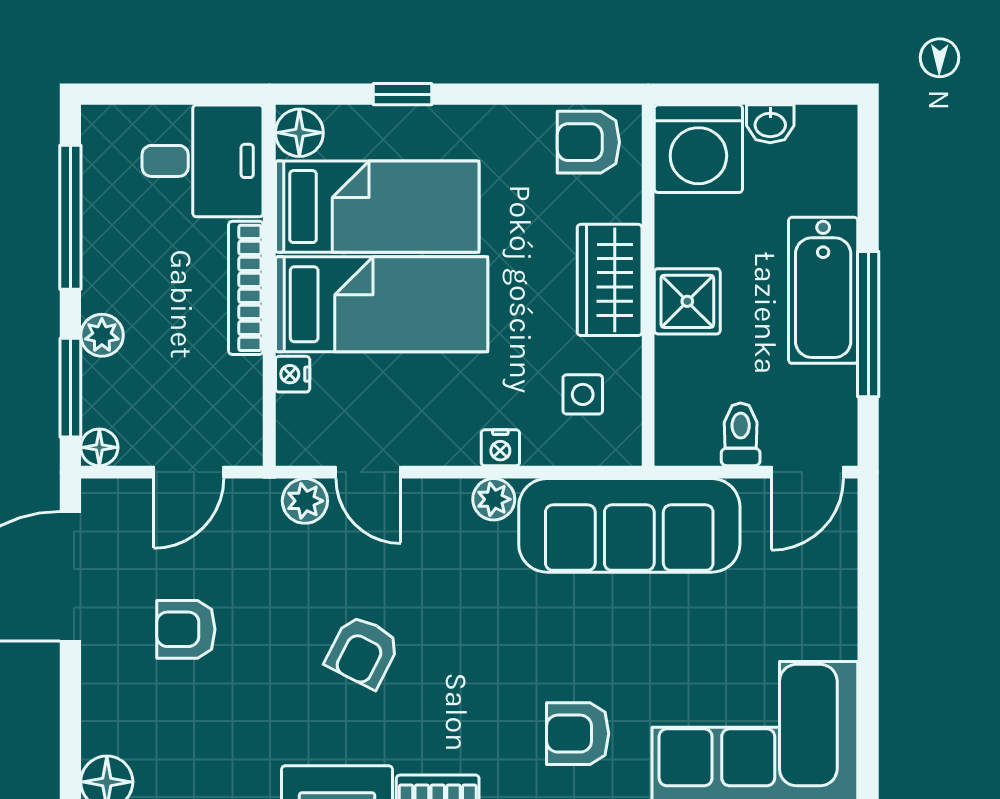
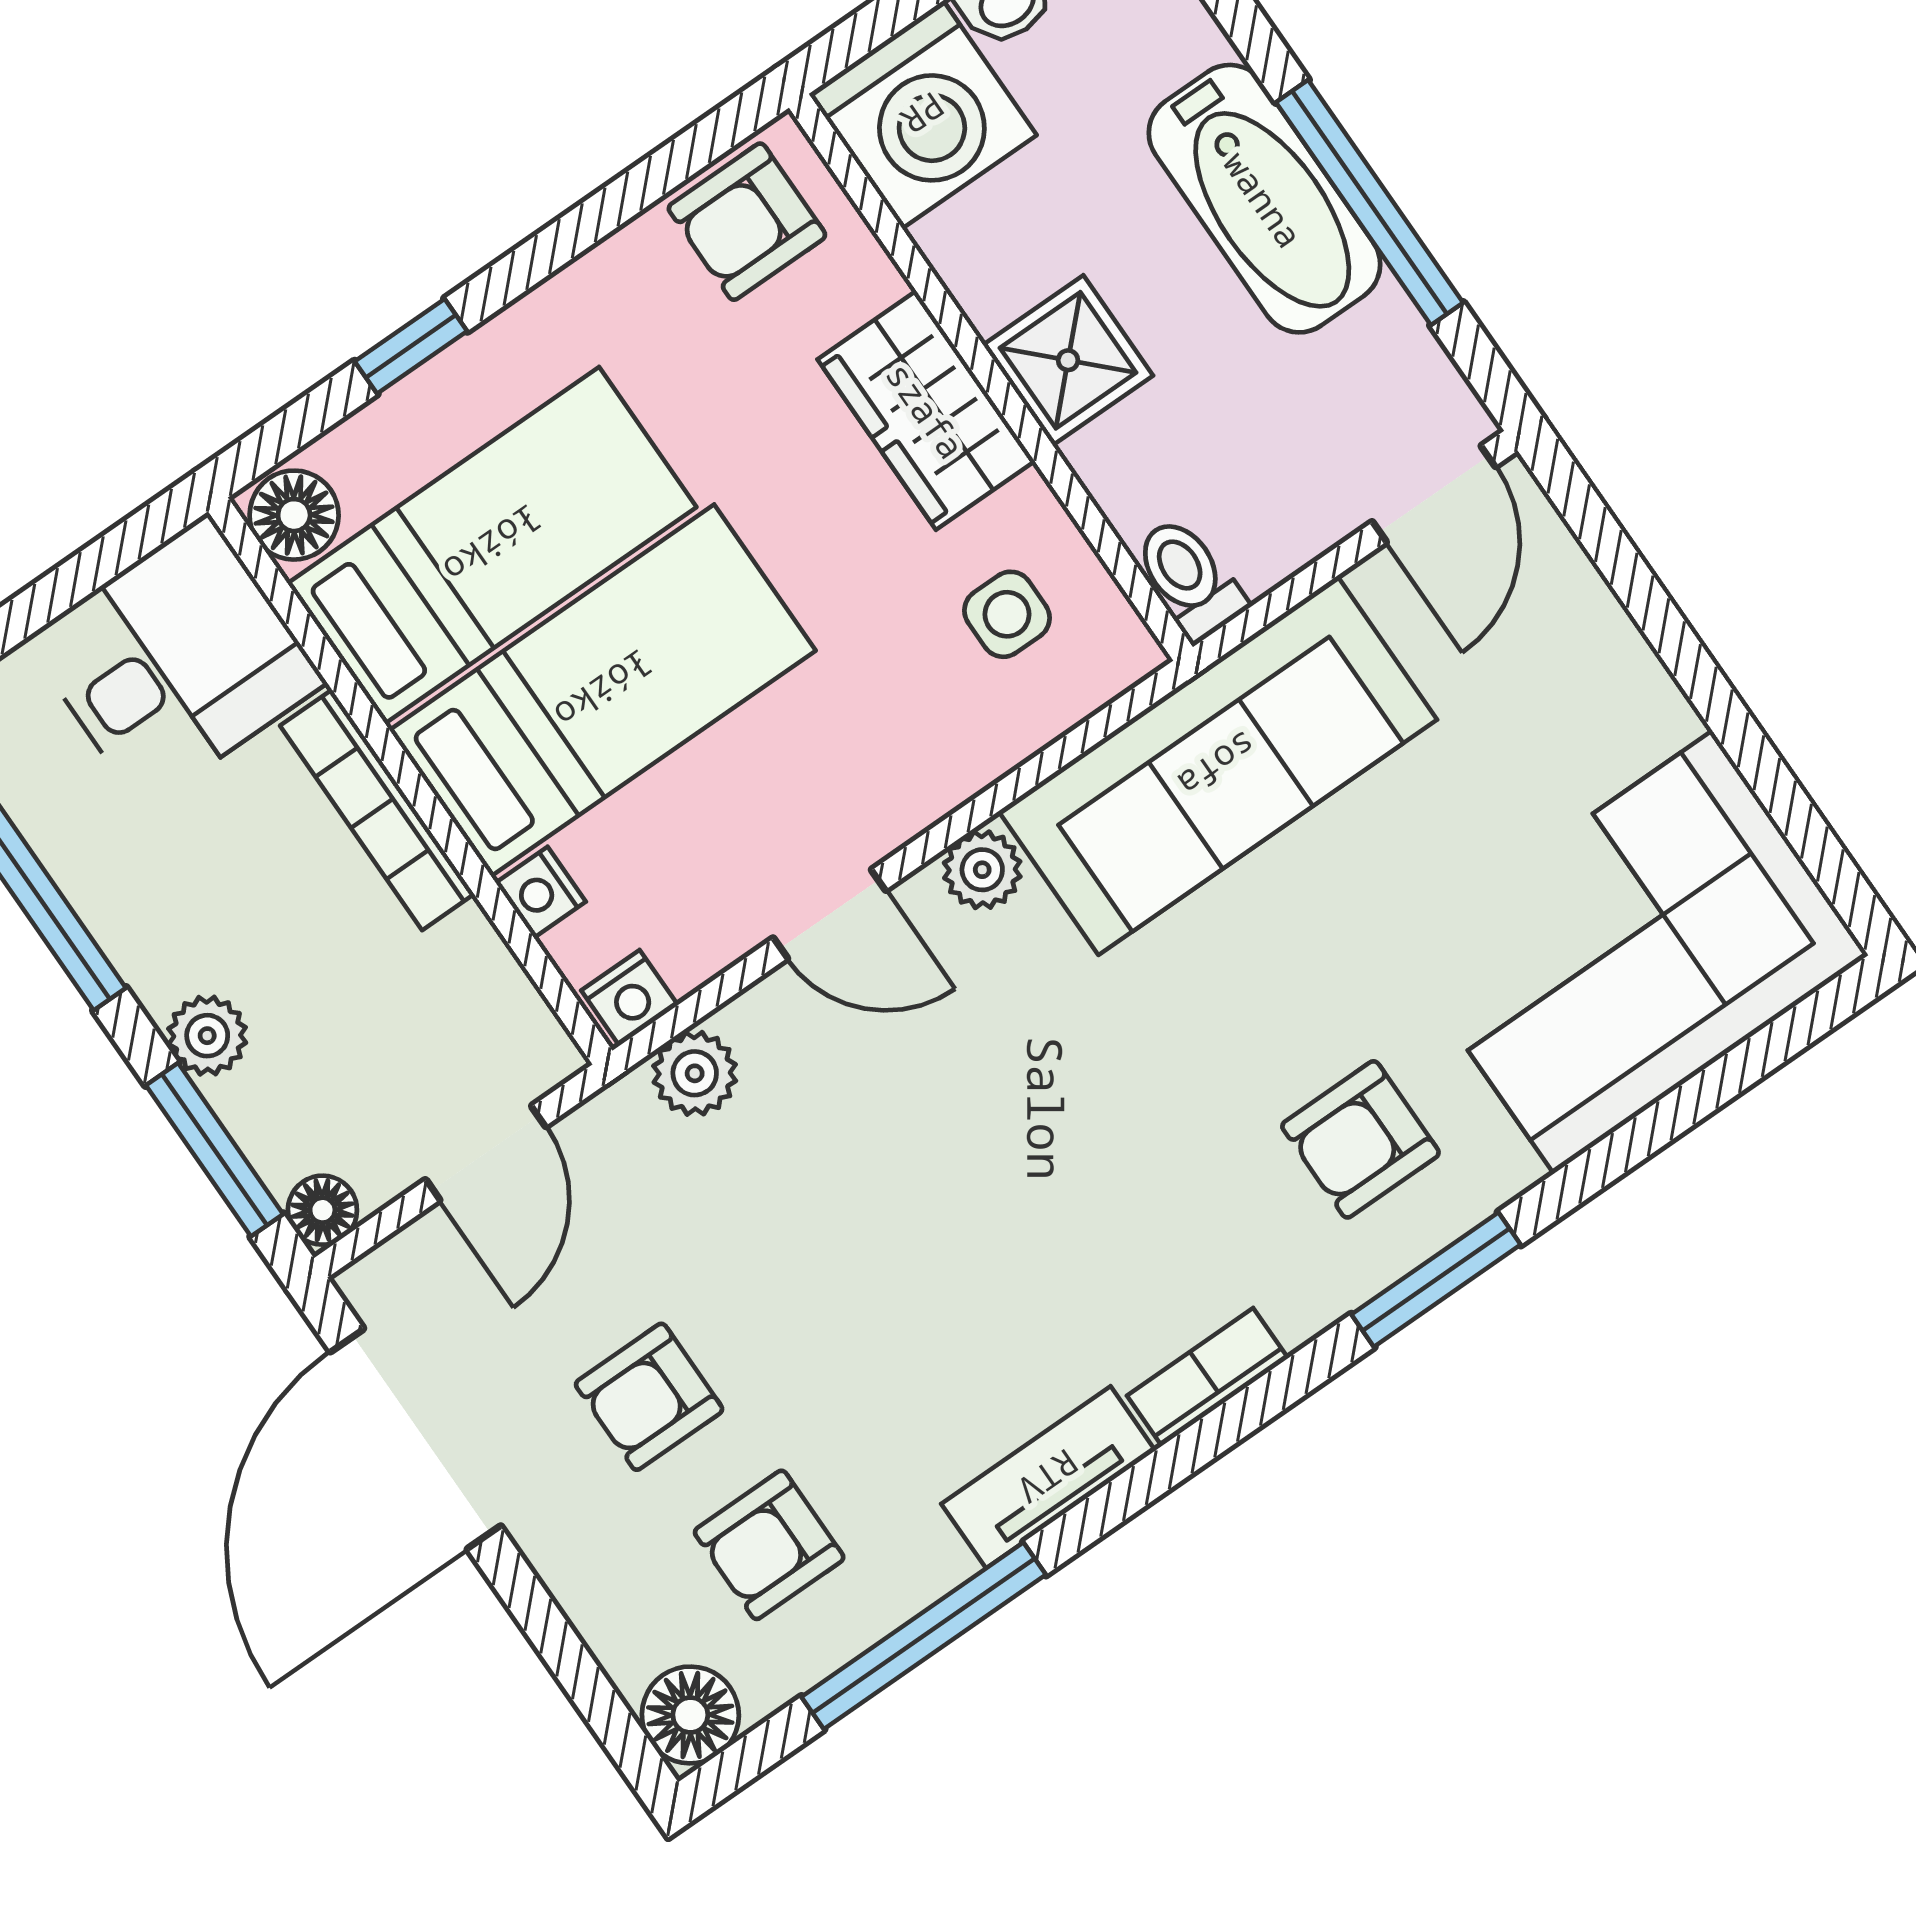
toilet: (741, 434) -> (1189, 579), moved
nightstand: (500, 448) -> (630, 998), moved
door: (368, 472) -> (829, 914), moved
armchair: (363, 652) -> (769, 1545), moved, turned 63

